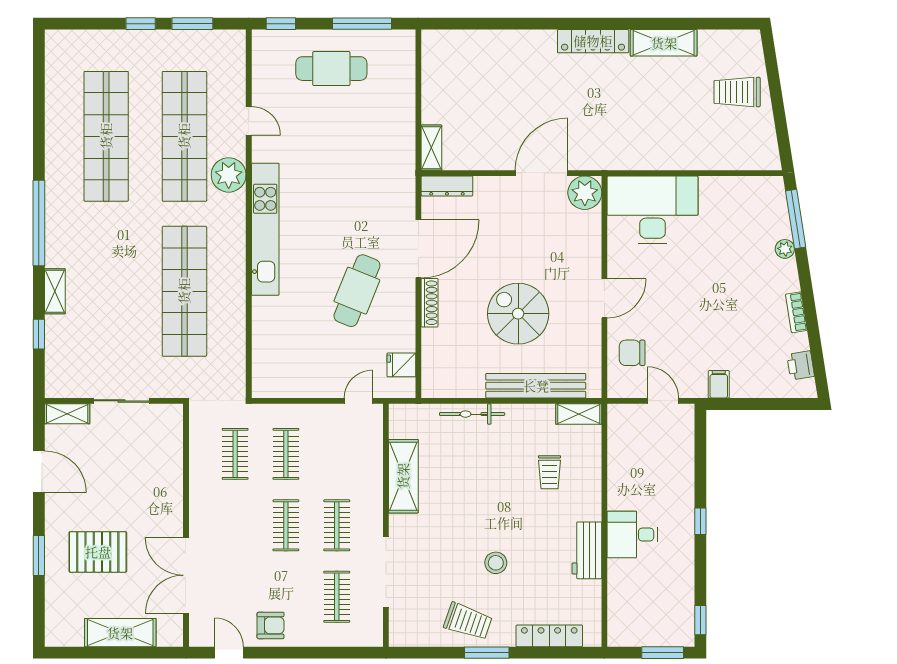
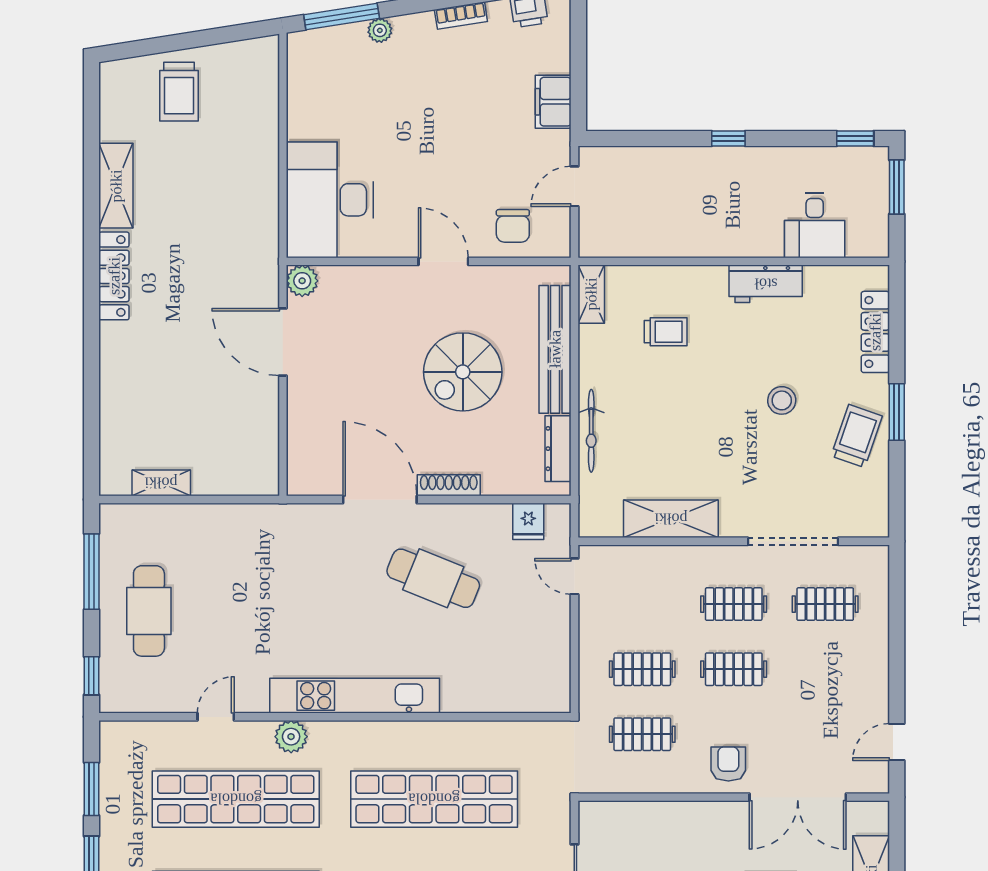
shelving: (431, 148) -> (161, 483), moved
plant: (229, 175) -> (291, 737), width x0.73, depth x0.73
dresser: (447, 186) -> (558, 449), moved, turned 180
plant: (585, 193) -> (302, 281), width x0.73, depth x0.73
filing cabinet: (719, 384) -> (553, 102), width x2.00
desk: (632, 535) -> (815, 225), moved
armchair: (271, 625) -> (728, 764), moved

